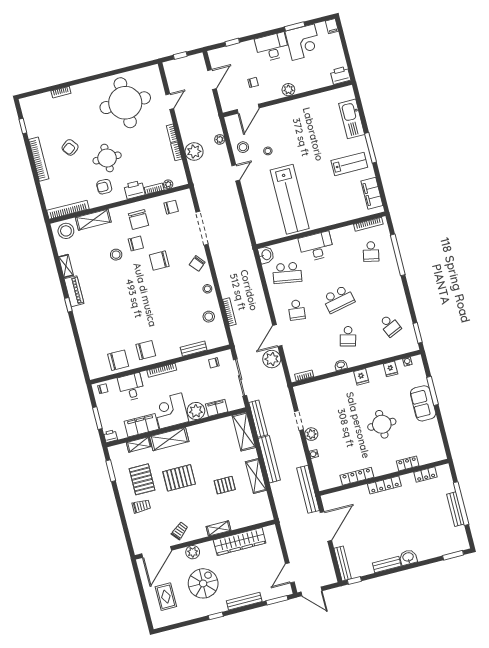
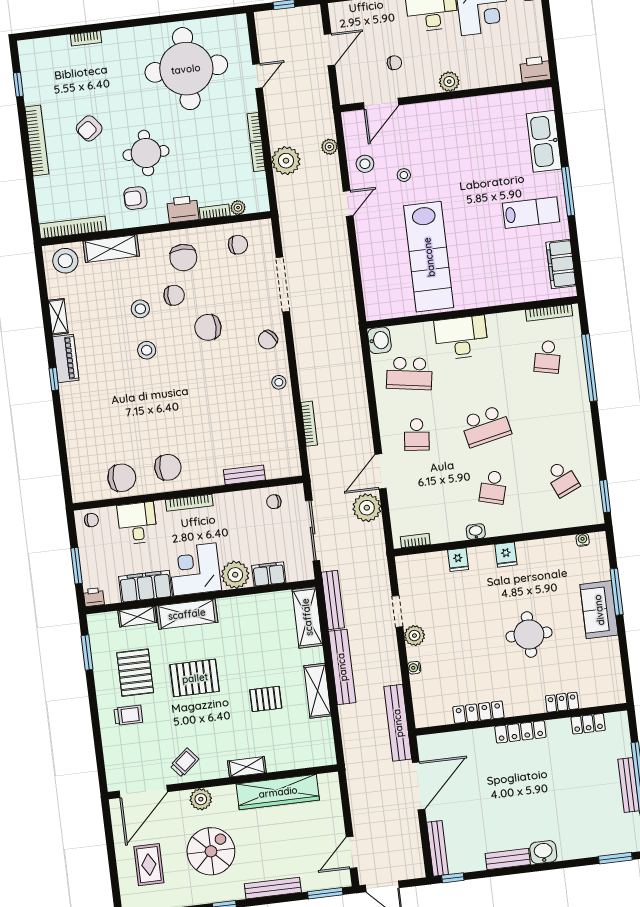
stool: (209, 317) -> (147, 350), moved
fridge: (391, 369) -> (458, 560), moved

